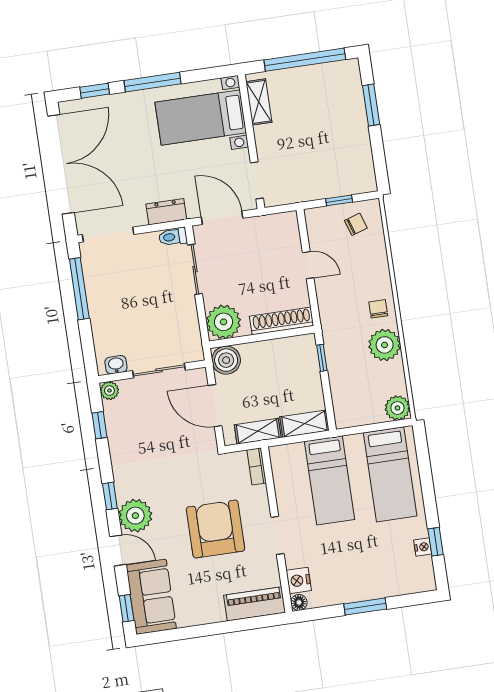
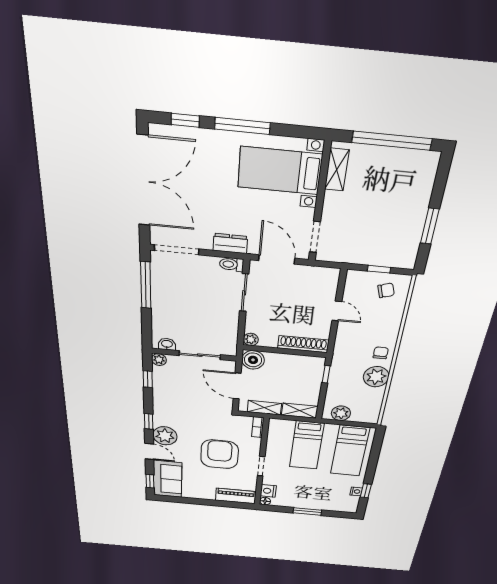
window: (371, 105) -> (430, 226), moved
plant: (224, 322) -> (251, 339), width x0.53, depth x0.53
plant: (397, 408) -> (341, 413), moved

